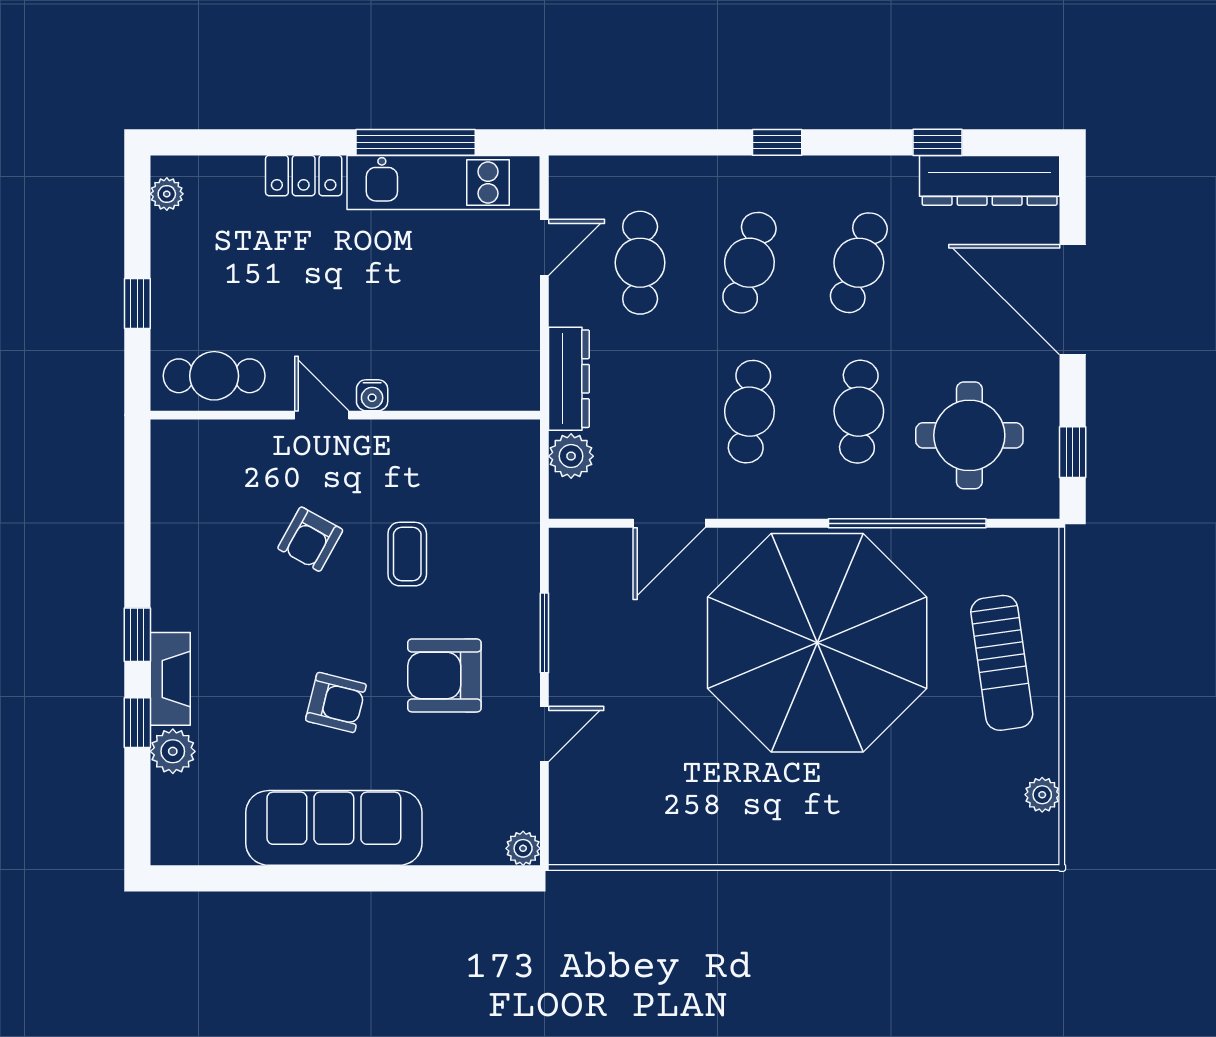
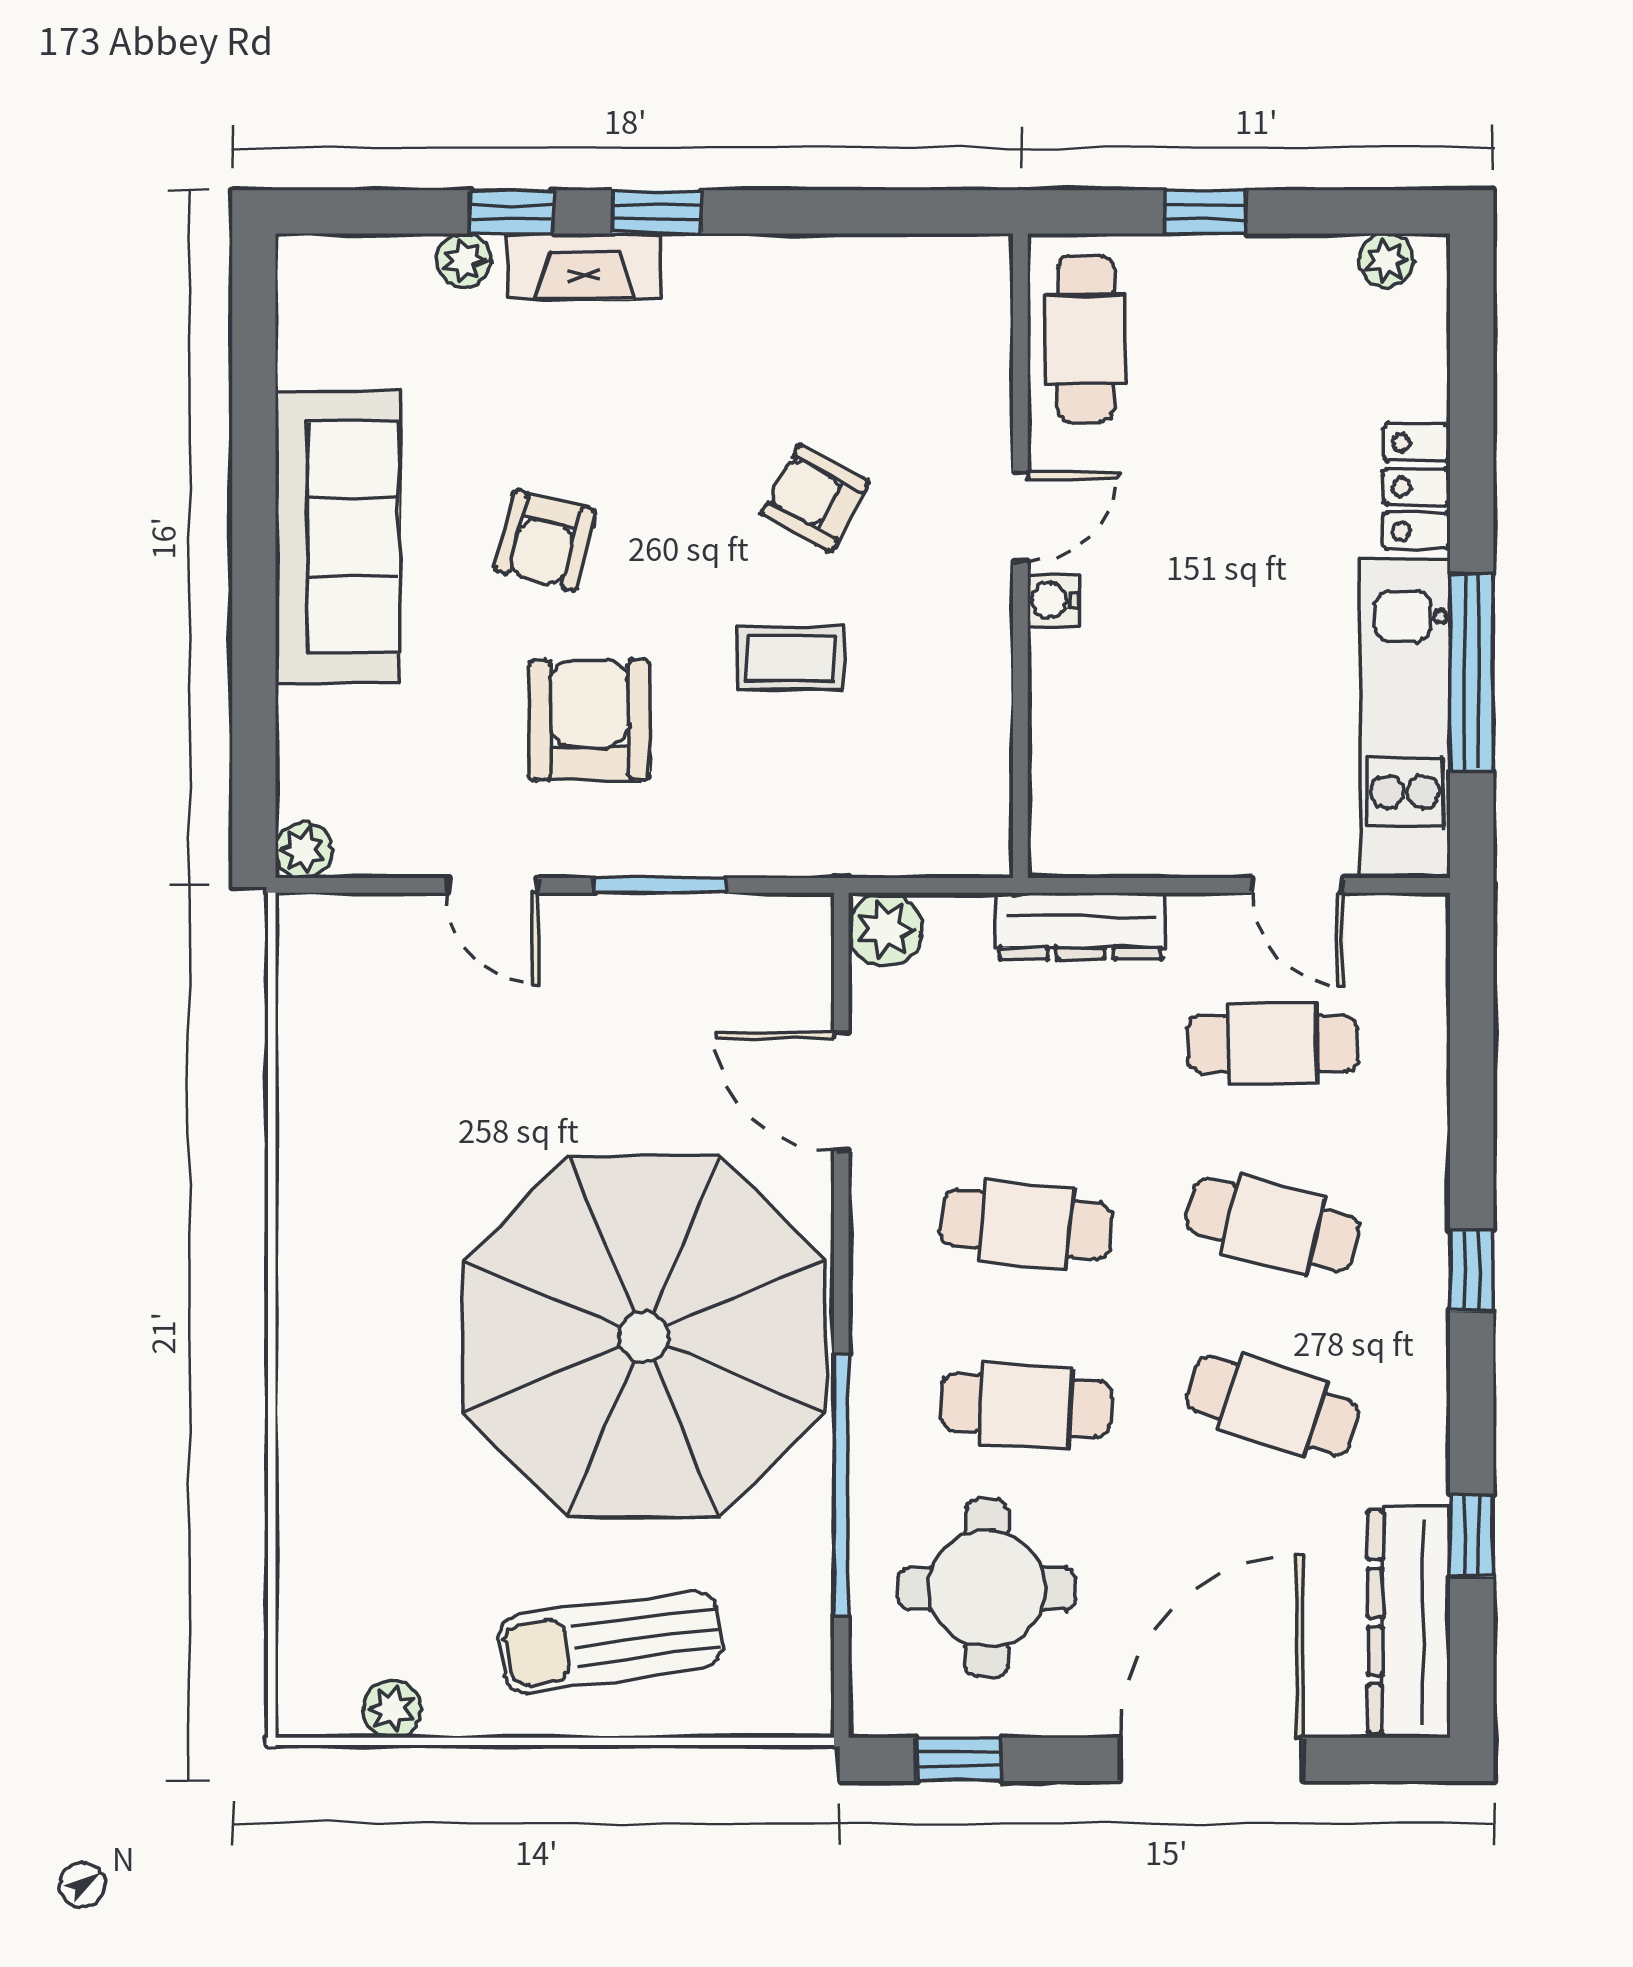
plant: (571, 456) -> (885, 929), moved
plant: (173, 751) -> (464, 260), width x0.73, depth x0.73

